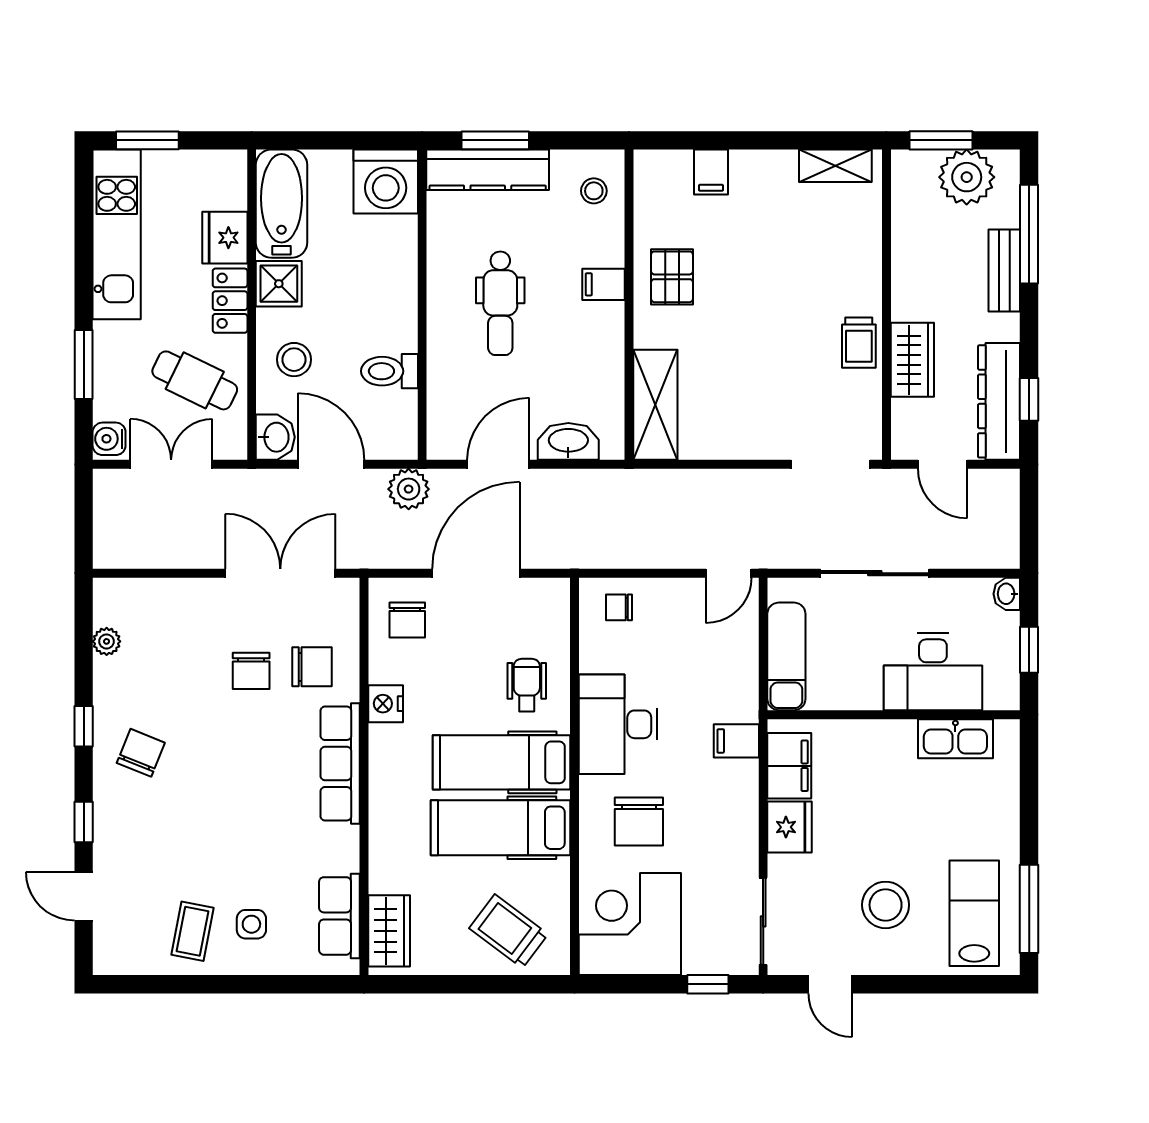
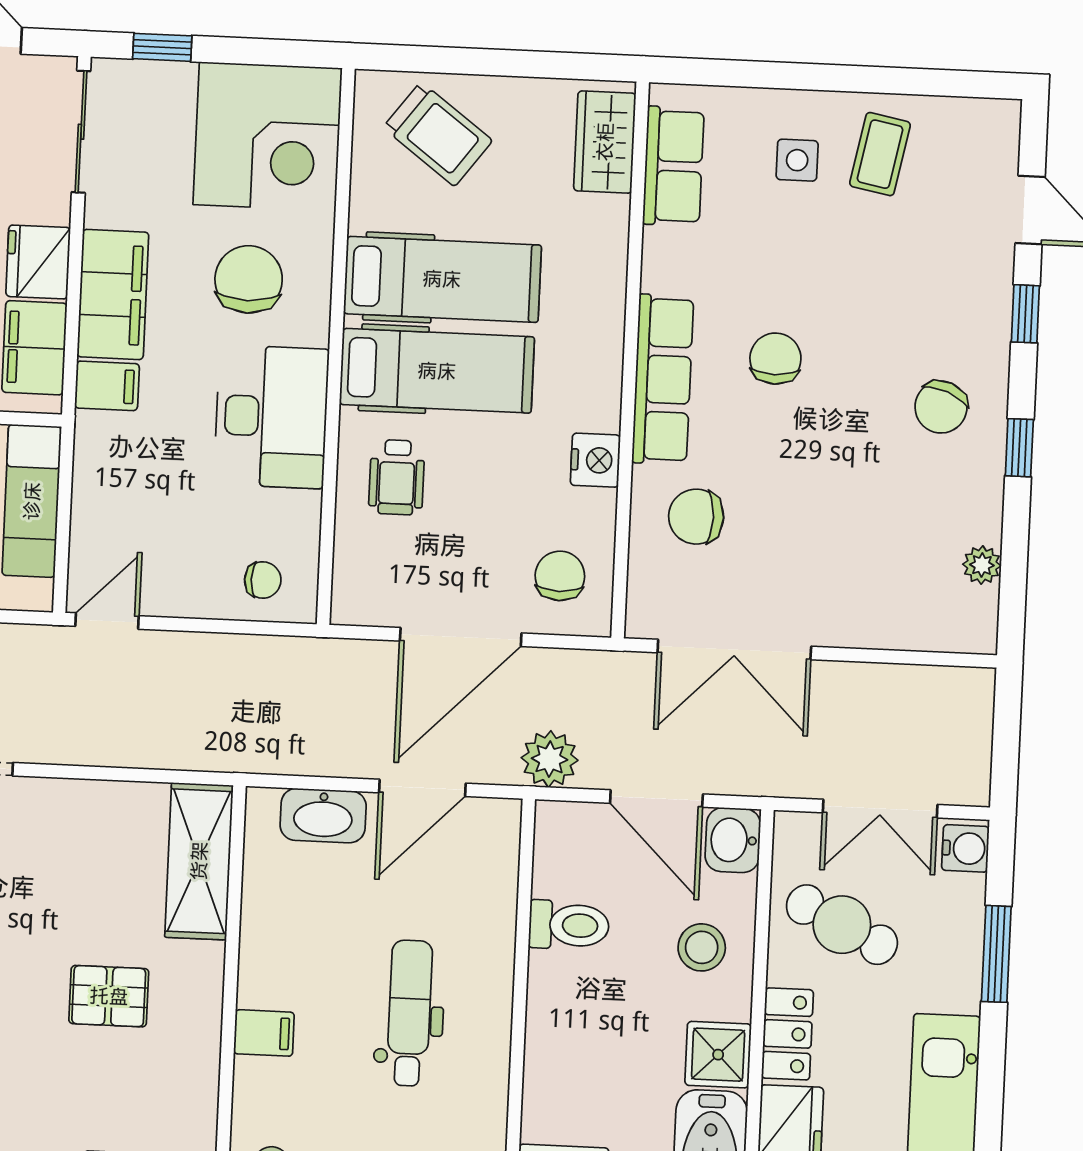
pallet: (672, 277) -> (109, 996), moved, turned 90
chair: (251, 671) -> (775, 359), moved
filing cabinet: (735, 806) -> (113, 295), added

